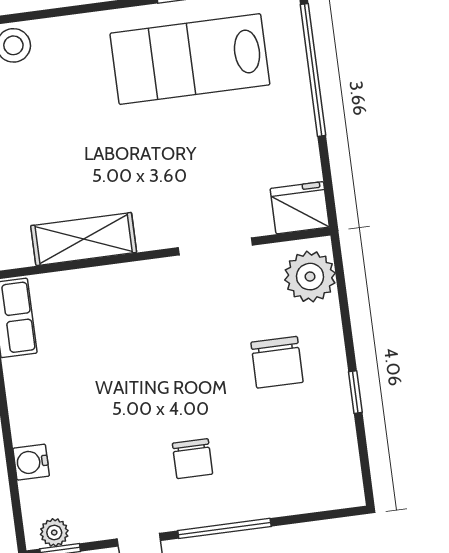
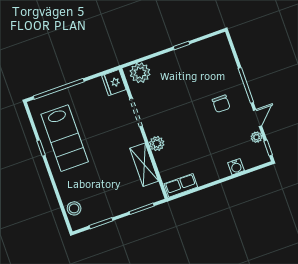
plant: (129, 281) -> (157, 144), added
chair: (277, 362) -> (176, 79), removed
chair: (193, 459) -> (221, 104), turned 90
plant: (54, 533) -> (257, 137), moved

